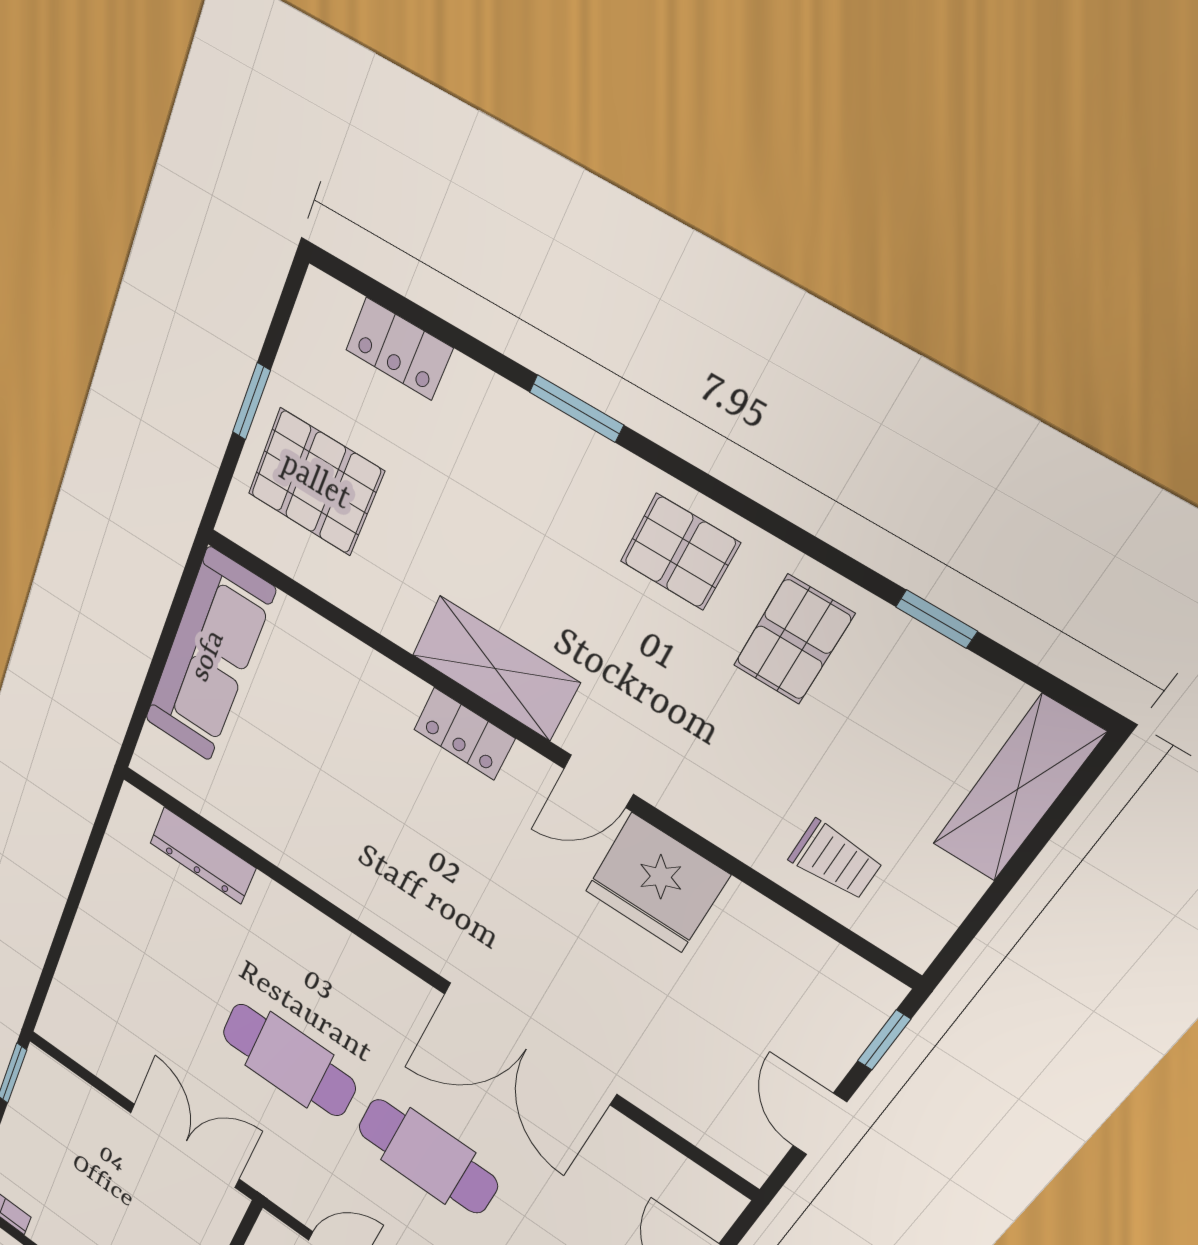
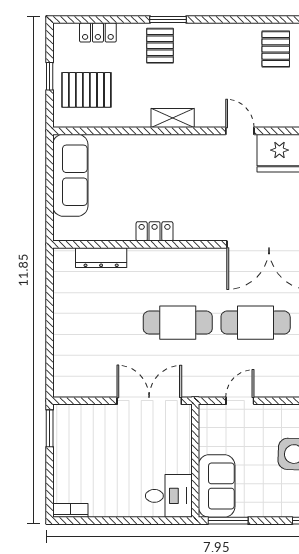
pallet: (680, 552) -> (160, 46), moved, turned 90
shelving: (495, 669) -> (173, 118), width x0.67, depth x0.75
locker: (464, 734) -> (155, 231), moved, turned 180
door: (598, 781) -> (240, 131), swing flipped

